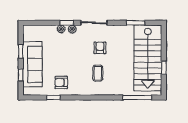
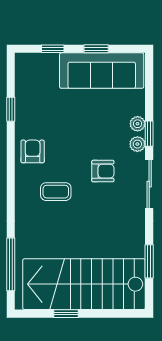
armchair: (100, 48) -> (103, 171), moved
sofa: (32, 64) -> (102, 71), moved
armchair: (61, 82) -> (33, 151), moved

